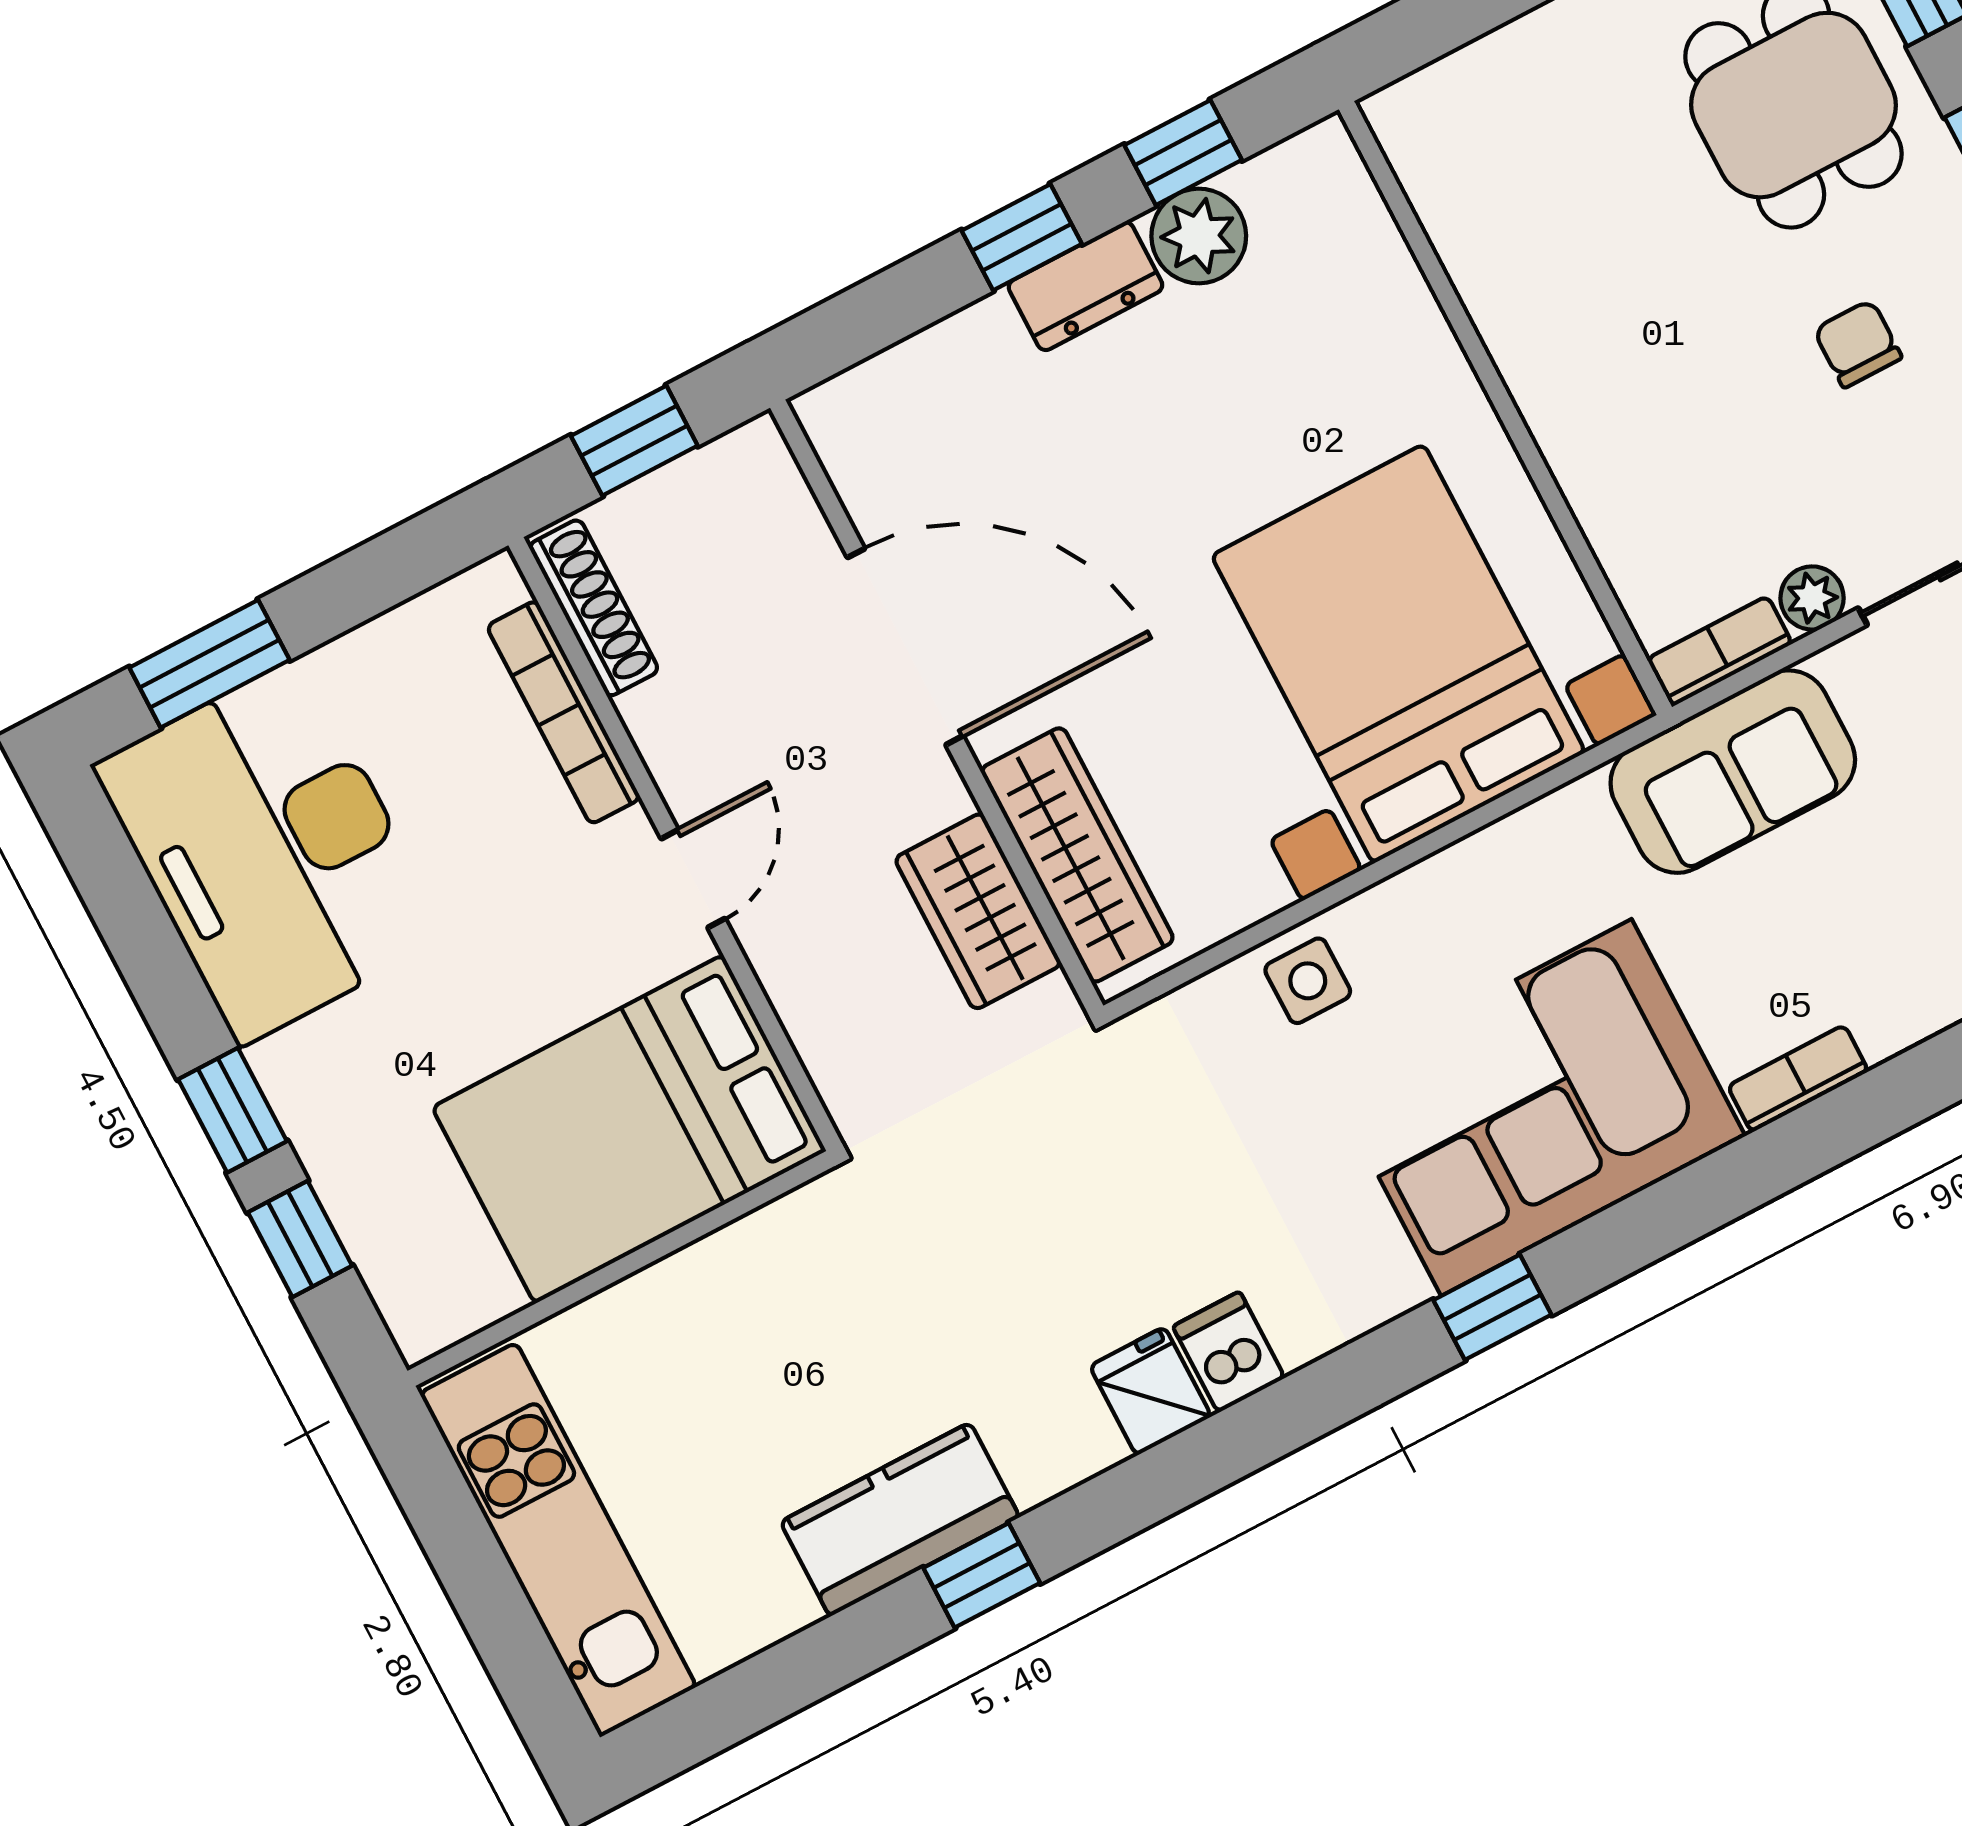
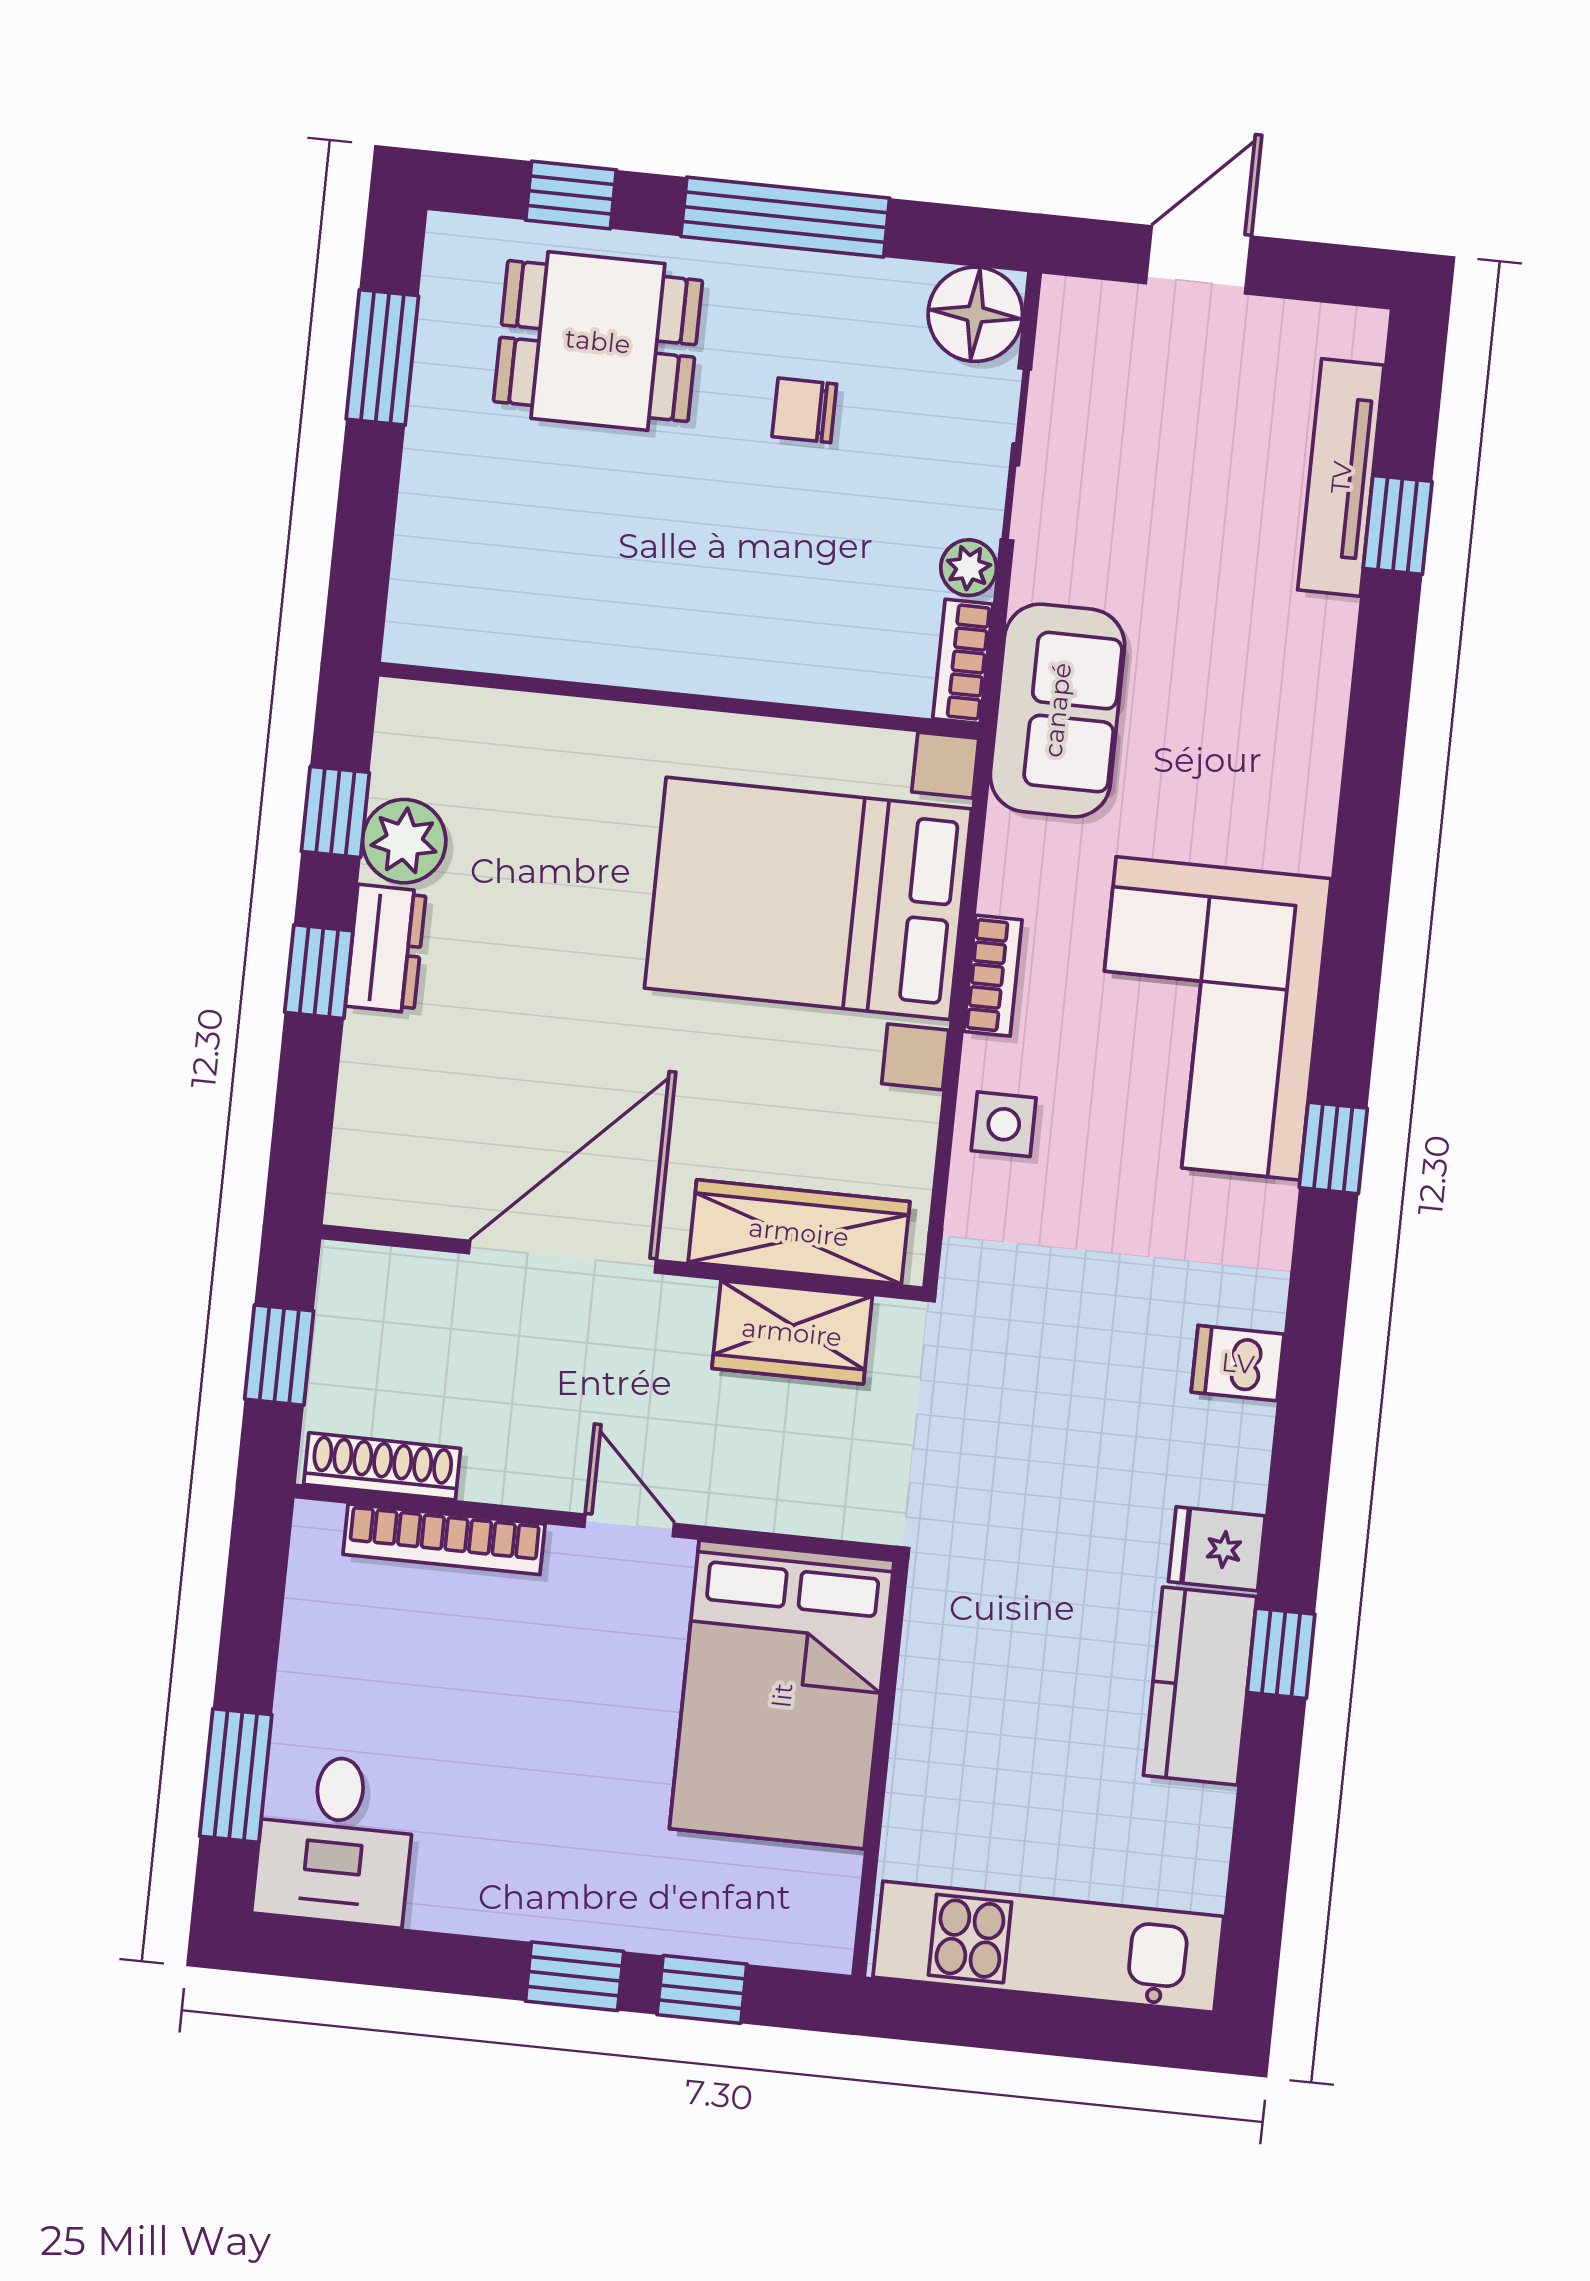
desk: (271, 851) -> (335, 1840), width x0.53, depth x0.77
bookcase: (1798, 1079) -> (993, 976), moved, turned 180
fridge: (1150, 1391) -> (1217, 1549), moved

